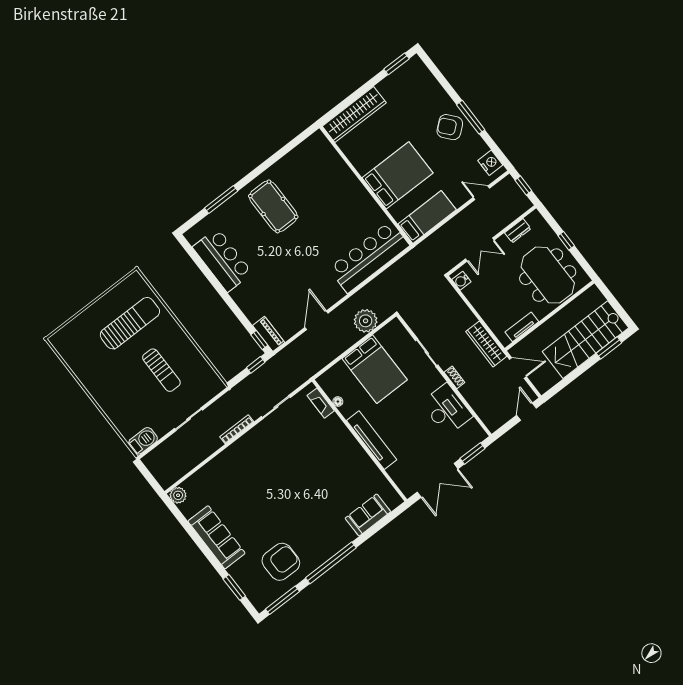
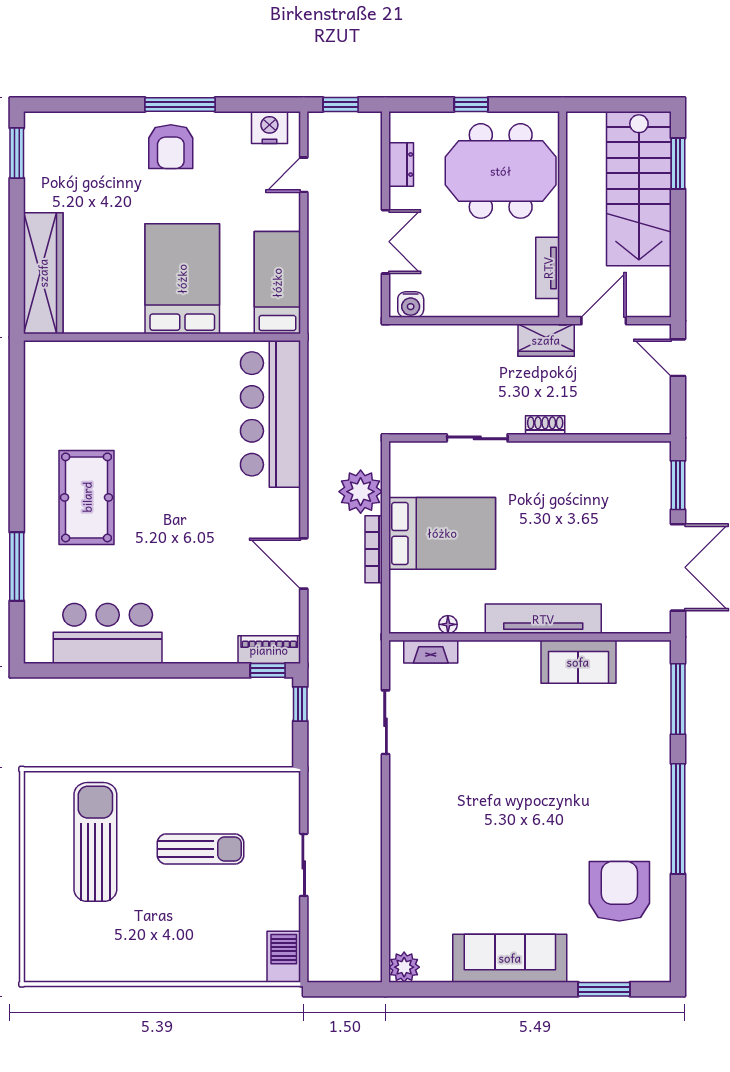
armchair: (450, 127) -> (171, 147), turned -50
pool table: (273, 206) -> (87, 497), turned 90
wardrobe: (486, 344) -> (546, 340), width x0.67
desk: (447, 410) -> (584, 473), removed
bookcase: (237, 429) -> (374, 549), moved
sofa: (368, 515) -> (578, 662), moved, turned -90
window: (282, 600) -> (678, 699), moved

